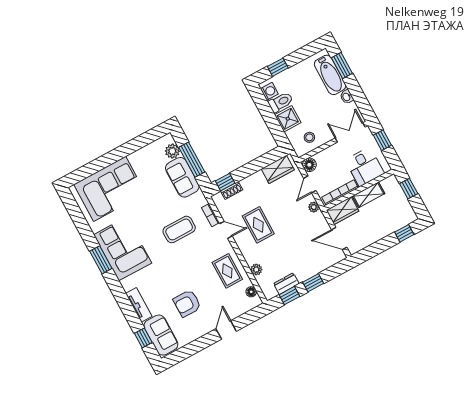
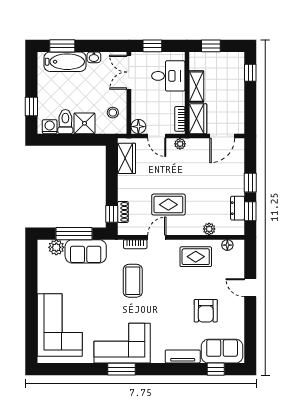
bookcase: (340, 192) -> (180, 119), width x0.64

